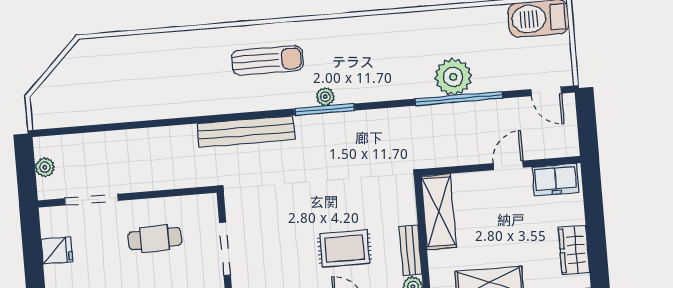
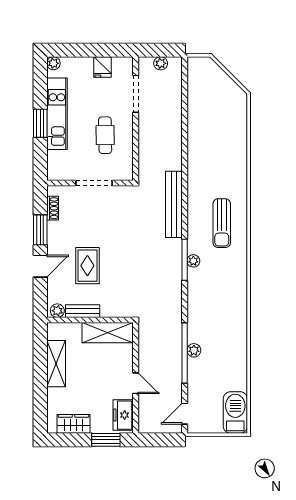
plant: (453, 77) -> (194, 350), width x0.53, depth x0.53
window: (593, 201) -> (106, 440), added

